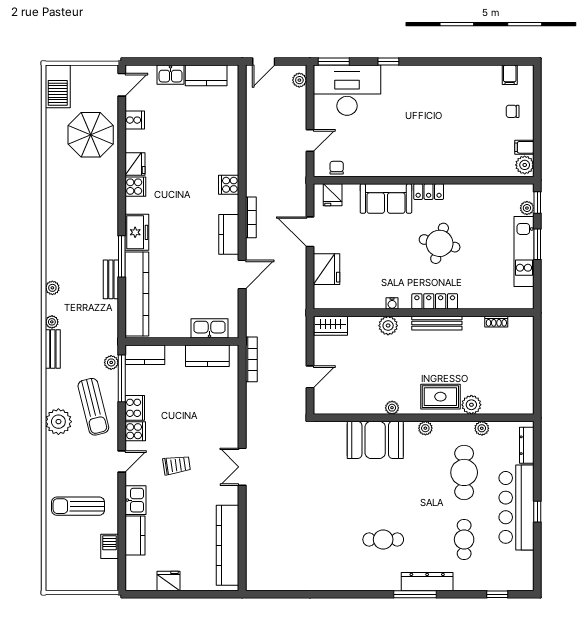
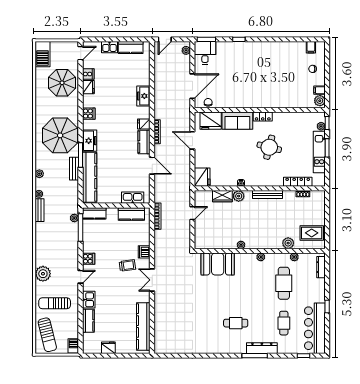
desk: (347, 90) -> (205, 53), width x0.53, depth x0.77
door: (310, 140) -> (192, 86), width x1.87
freezer: (228, 157) -> (143, 96), added
fridge: (135, 164) -> (88, 87), moved
cooker: (229, 185) -> (144, 112), removed
fridge: (333, 195) -> (211, 121), width x1.88, depth x1.34
fridge: (228, 204) -> (144, 124), added
parasol: (87, 223) -> (60, 135), added
fridge: (327, 269) -> (202, 177), moved
door: (242, 274) -> (152, 166), hinge flipped
locker: (435, 301) -> (298, 182), moved
wardrobe: (331, 326) -> (222, 196), moved
door: (310, 377) -> (192, 213), moved
rug: (440, 397) -> (312, 233), moved
sun lounger: (93, 407) -> (47, 335), moved
cooker: (135, 408) -> (88, 245), removed
dishwasher: (229, 420) -> (144, 252), added
plant: (58, 422) -> (43, 274), moved
booth: (375, 440) -> (218, 264), moved
trolley: (177, 465) -> (127, 265), moved
bar counter: (516, 507) -> (315, 328), moved
barbecue: (110, 546) -> (73, 346), moved

